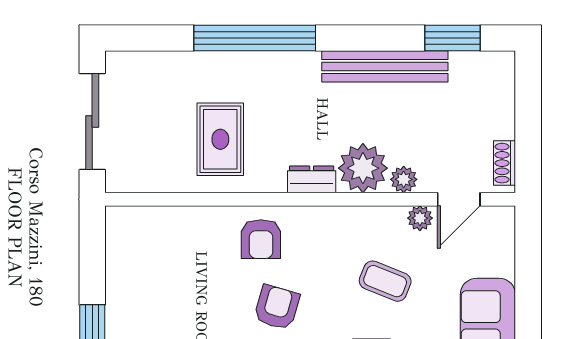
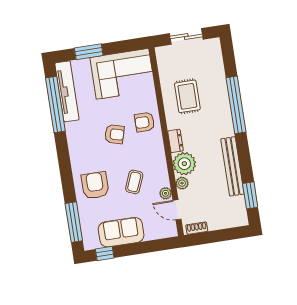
sliding door: (92, 122) -> (186, 36), width x0.73
rug: (220, 139) -> (187, 96), turned 90
corner sofa: (151, 270) -> (123, 74), added

